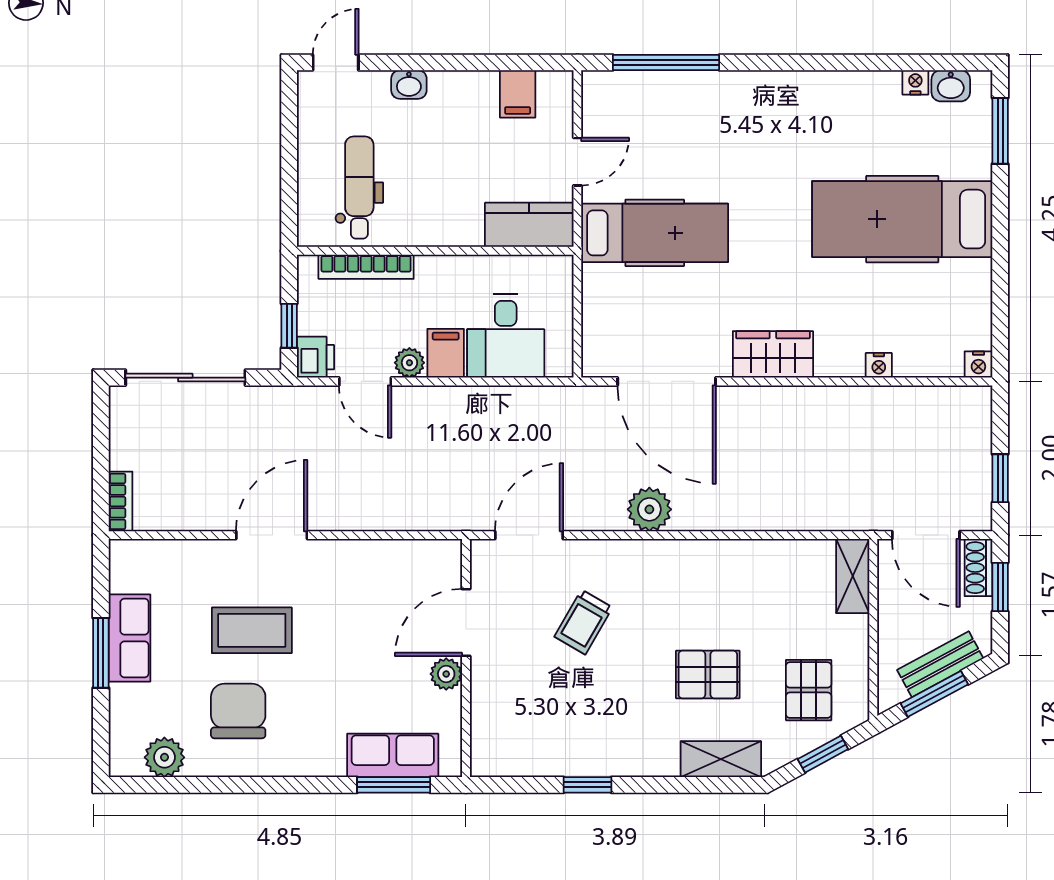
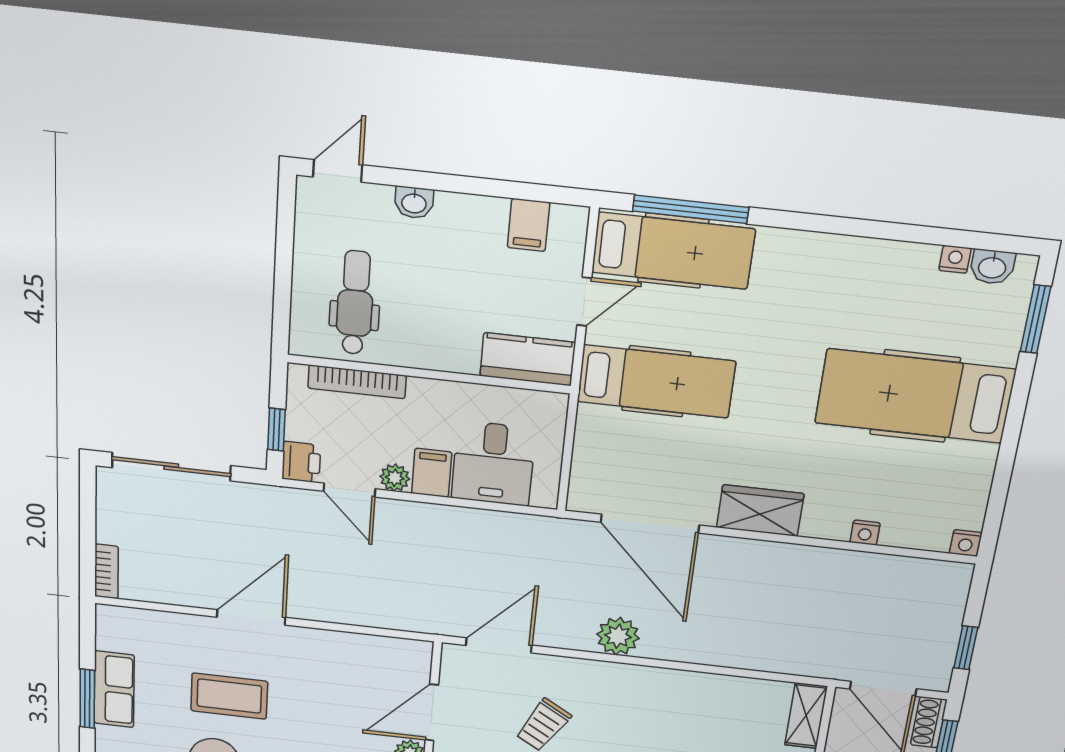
hospital bed: (655, 103) -> (673, 251), added

